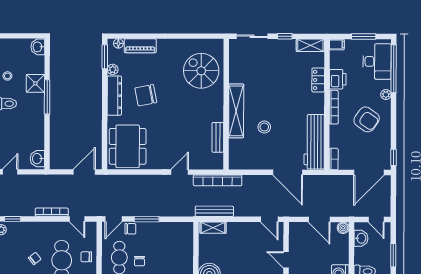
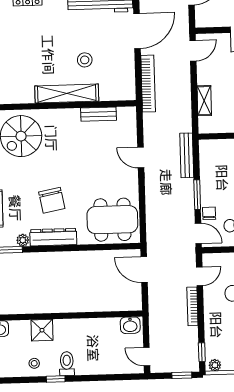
window: (47, 97) -> (57, 316), removed
bookcase: (217, 180) -> (148, 84), moved
bench: (214, 211) -> (187, 155), moved
shelving: (213, 228) -> (204, 101), moved

